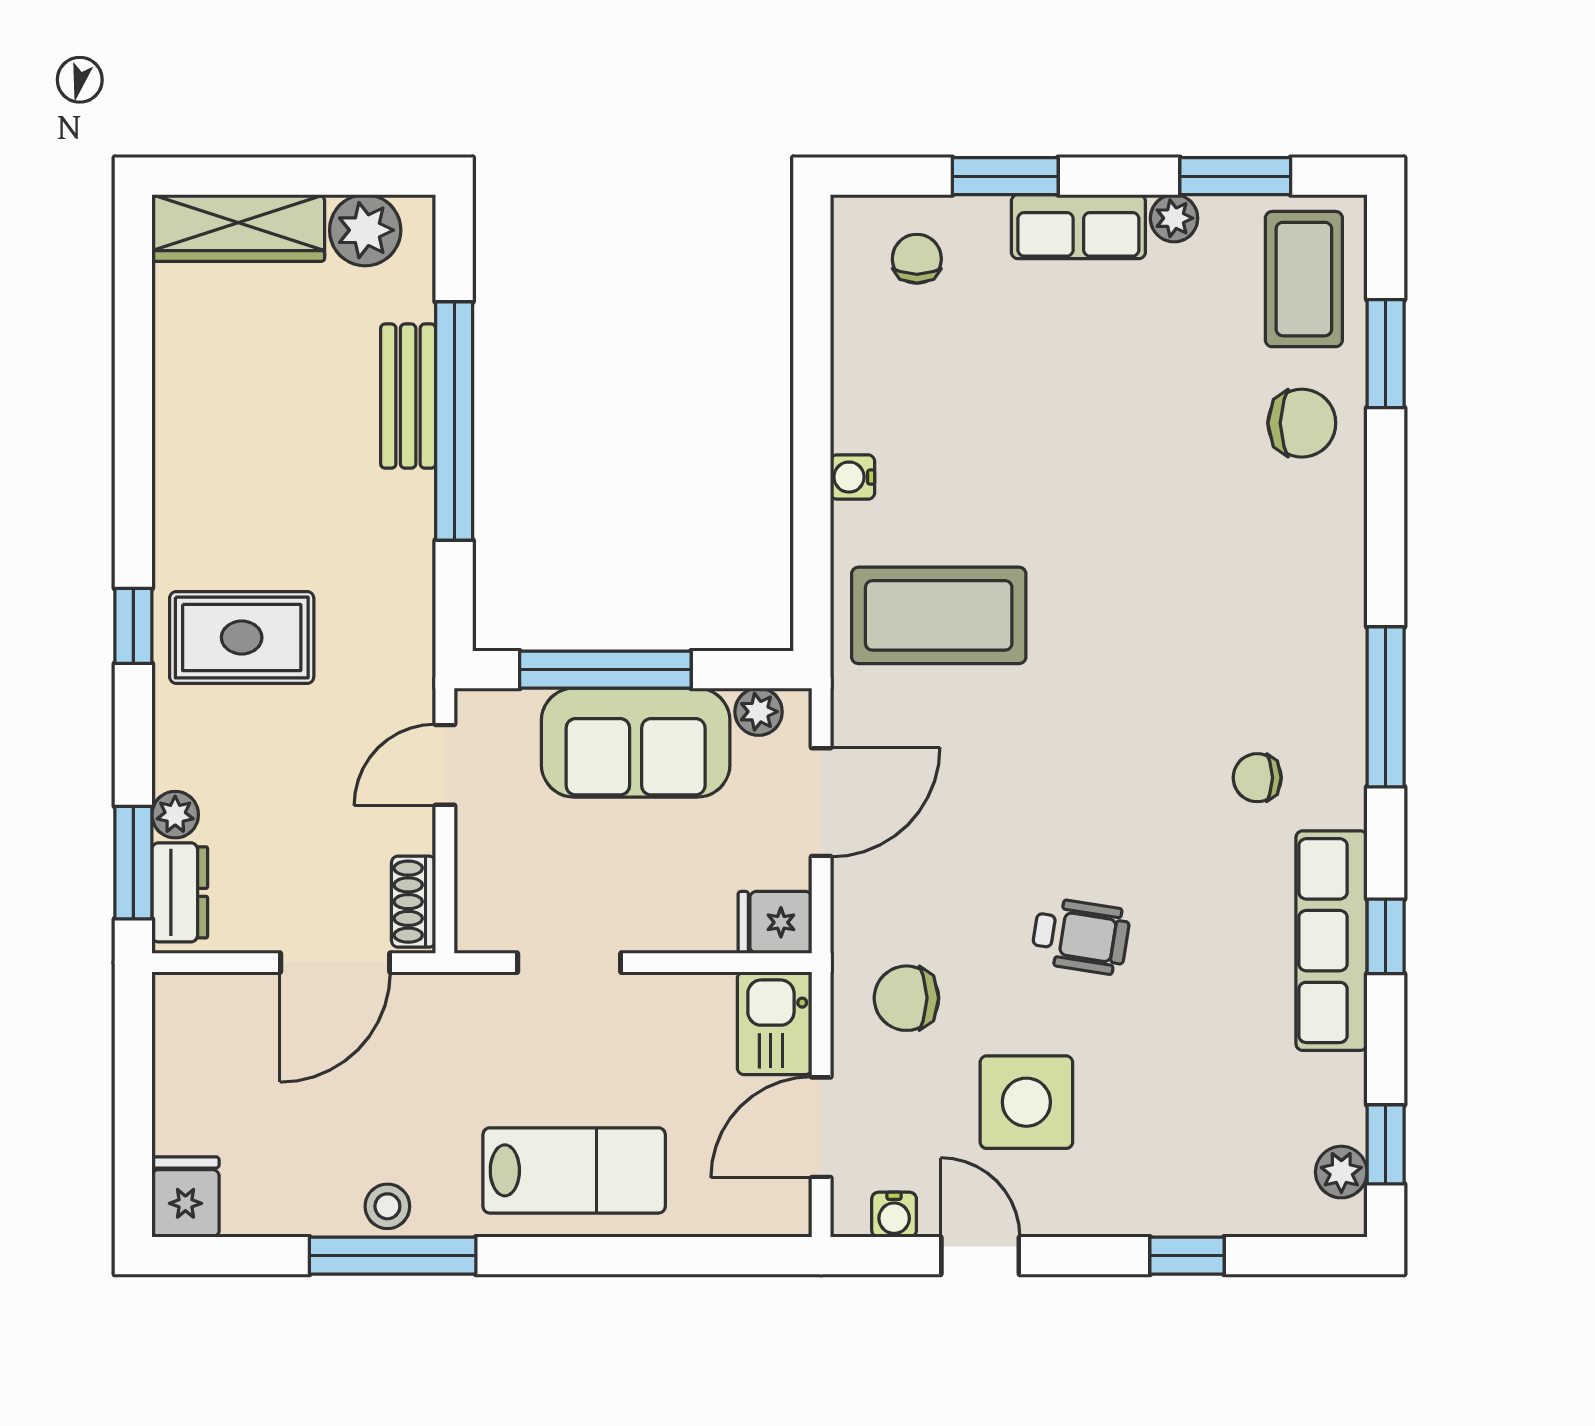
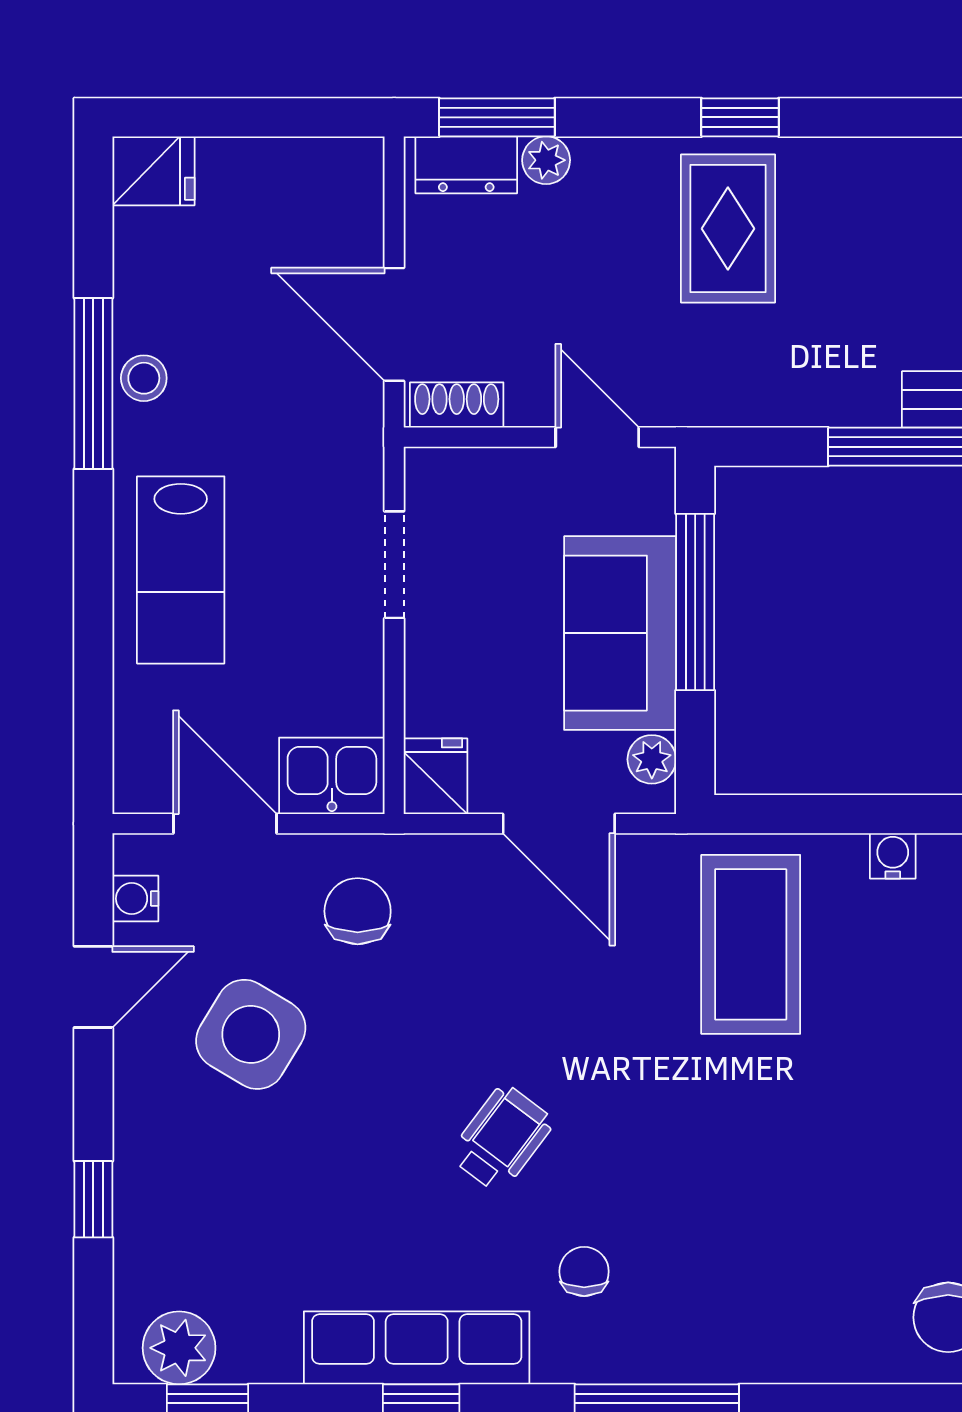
wheelchair: (1081, 936) -> (502, 1138), moved, turned -152
side table: (1026, 1102) -> (251, 1034), turned 31
plant: (1341, 1172) -> (179, 1348), width x1.38, depth x1.38

